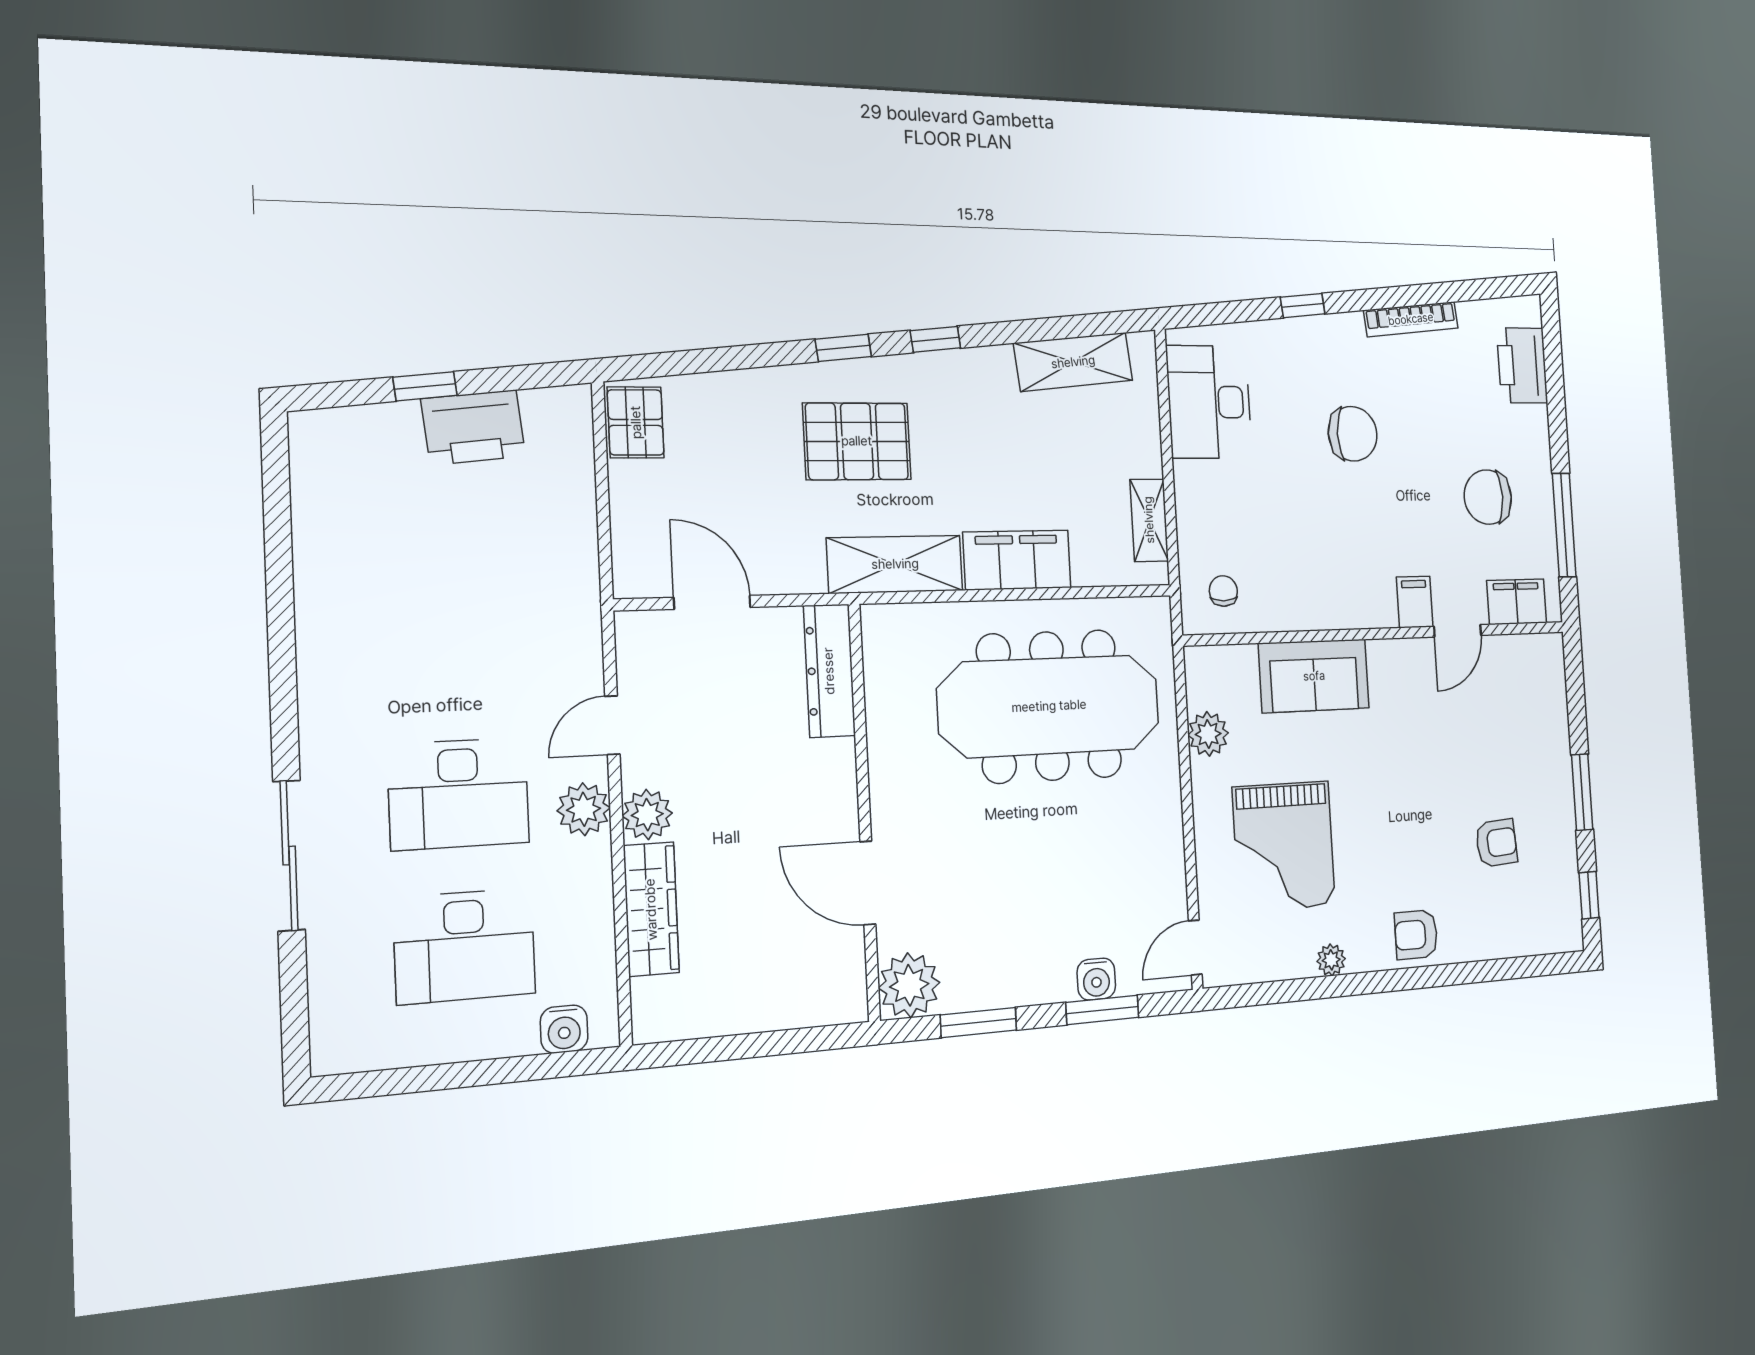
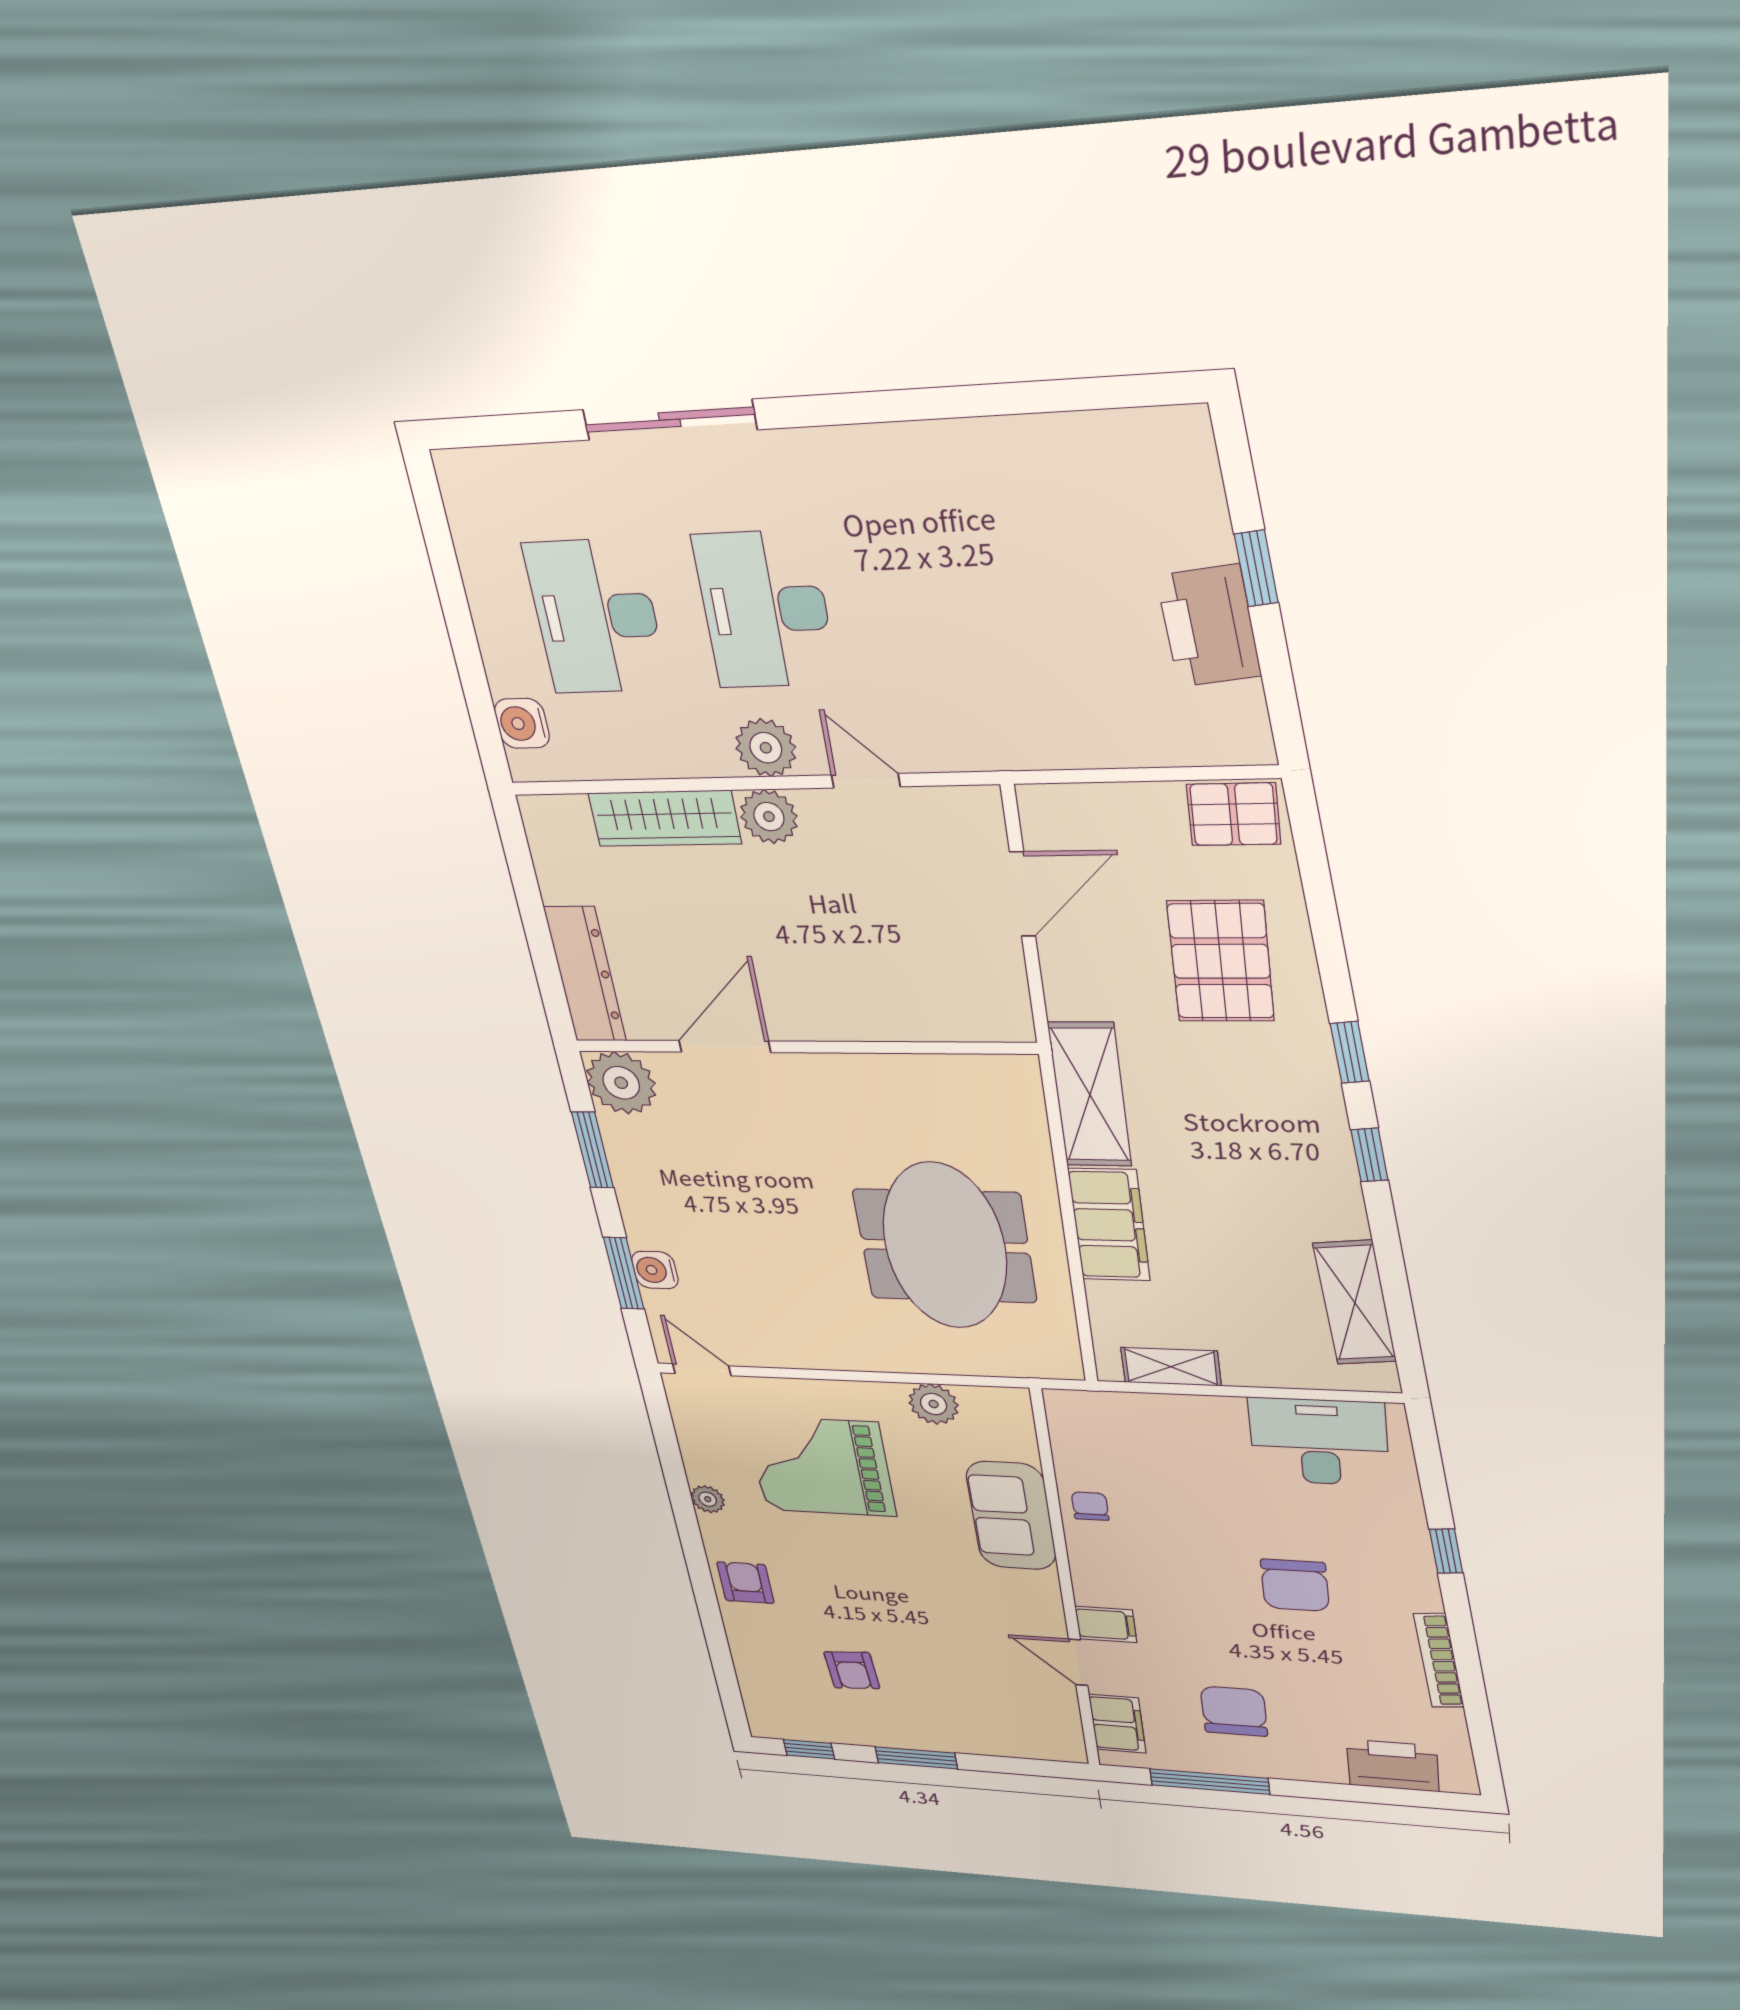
pallet: (857, 441) -> (1221, 961), moved
chair: (1223, 591) -> (1090, 1506), moved, turned -90
dresser: (829, 671) -> (585, 975), moved, turned 90
meeting table: (1049, 706) -> (945, 1246), width x0.73

